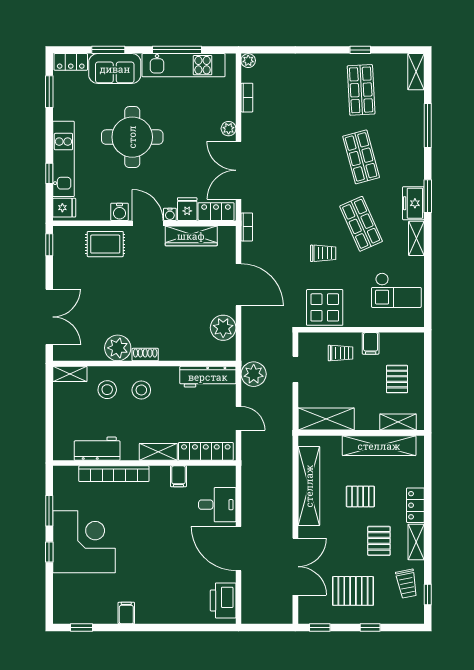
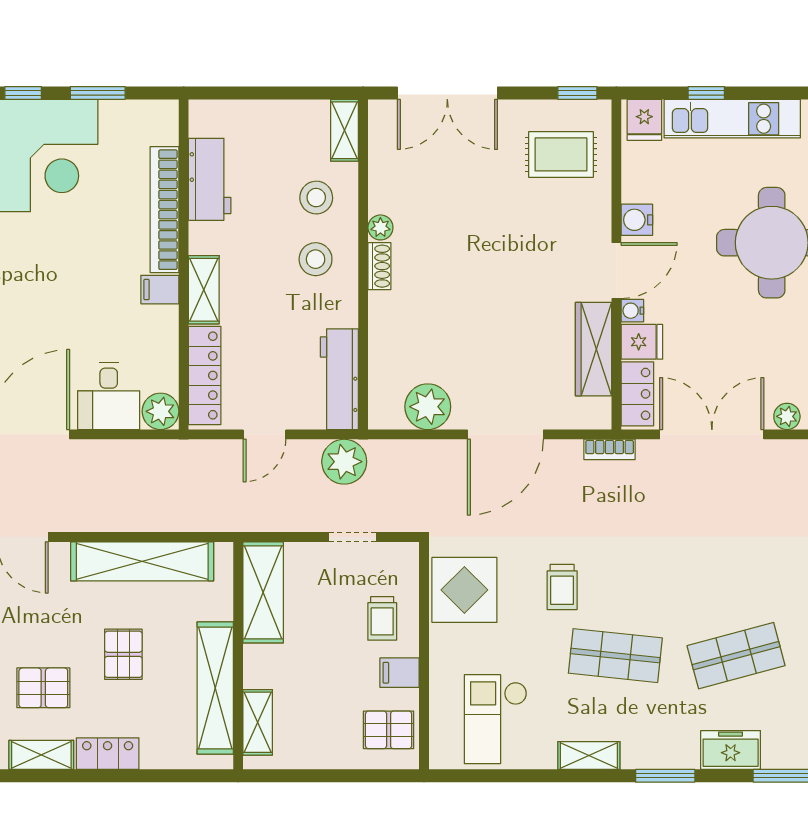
freezer: (413, 203) -> (731, 750), moved
shop shelf: (361, 224) -> (615, 656), turned 30
rug: (105, 244) -> (561, 154), moved, turned 90
plant: (118, 348) -> (380, 227), width x0.53, depth x0.53
pallet: (397, 379) -> (389, 730), moved
filing cabinet: (178, 476) -> (160, 290), moved
plant: (226, 476) -> (161, 411), added

